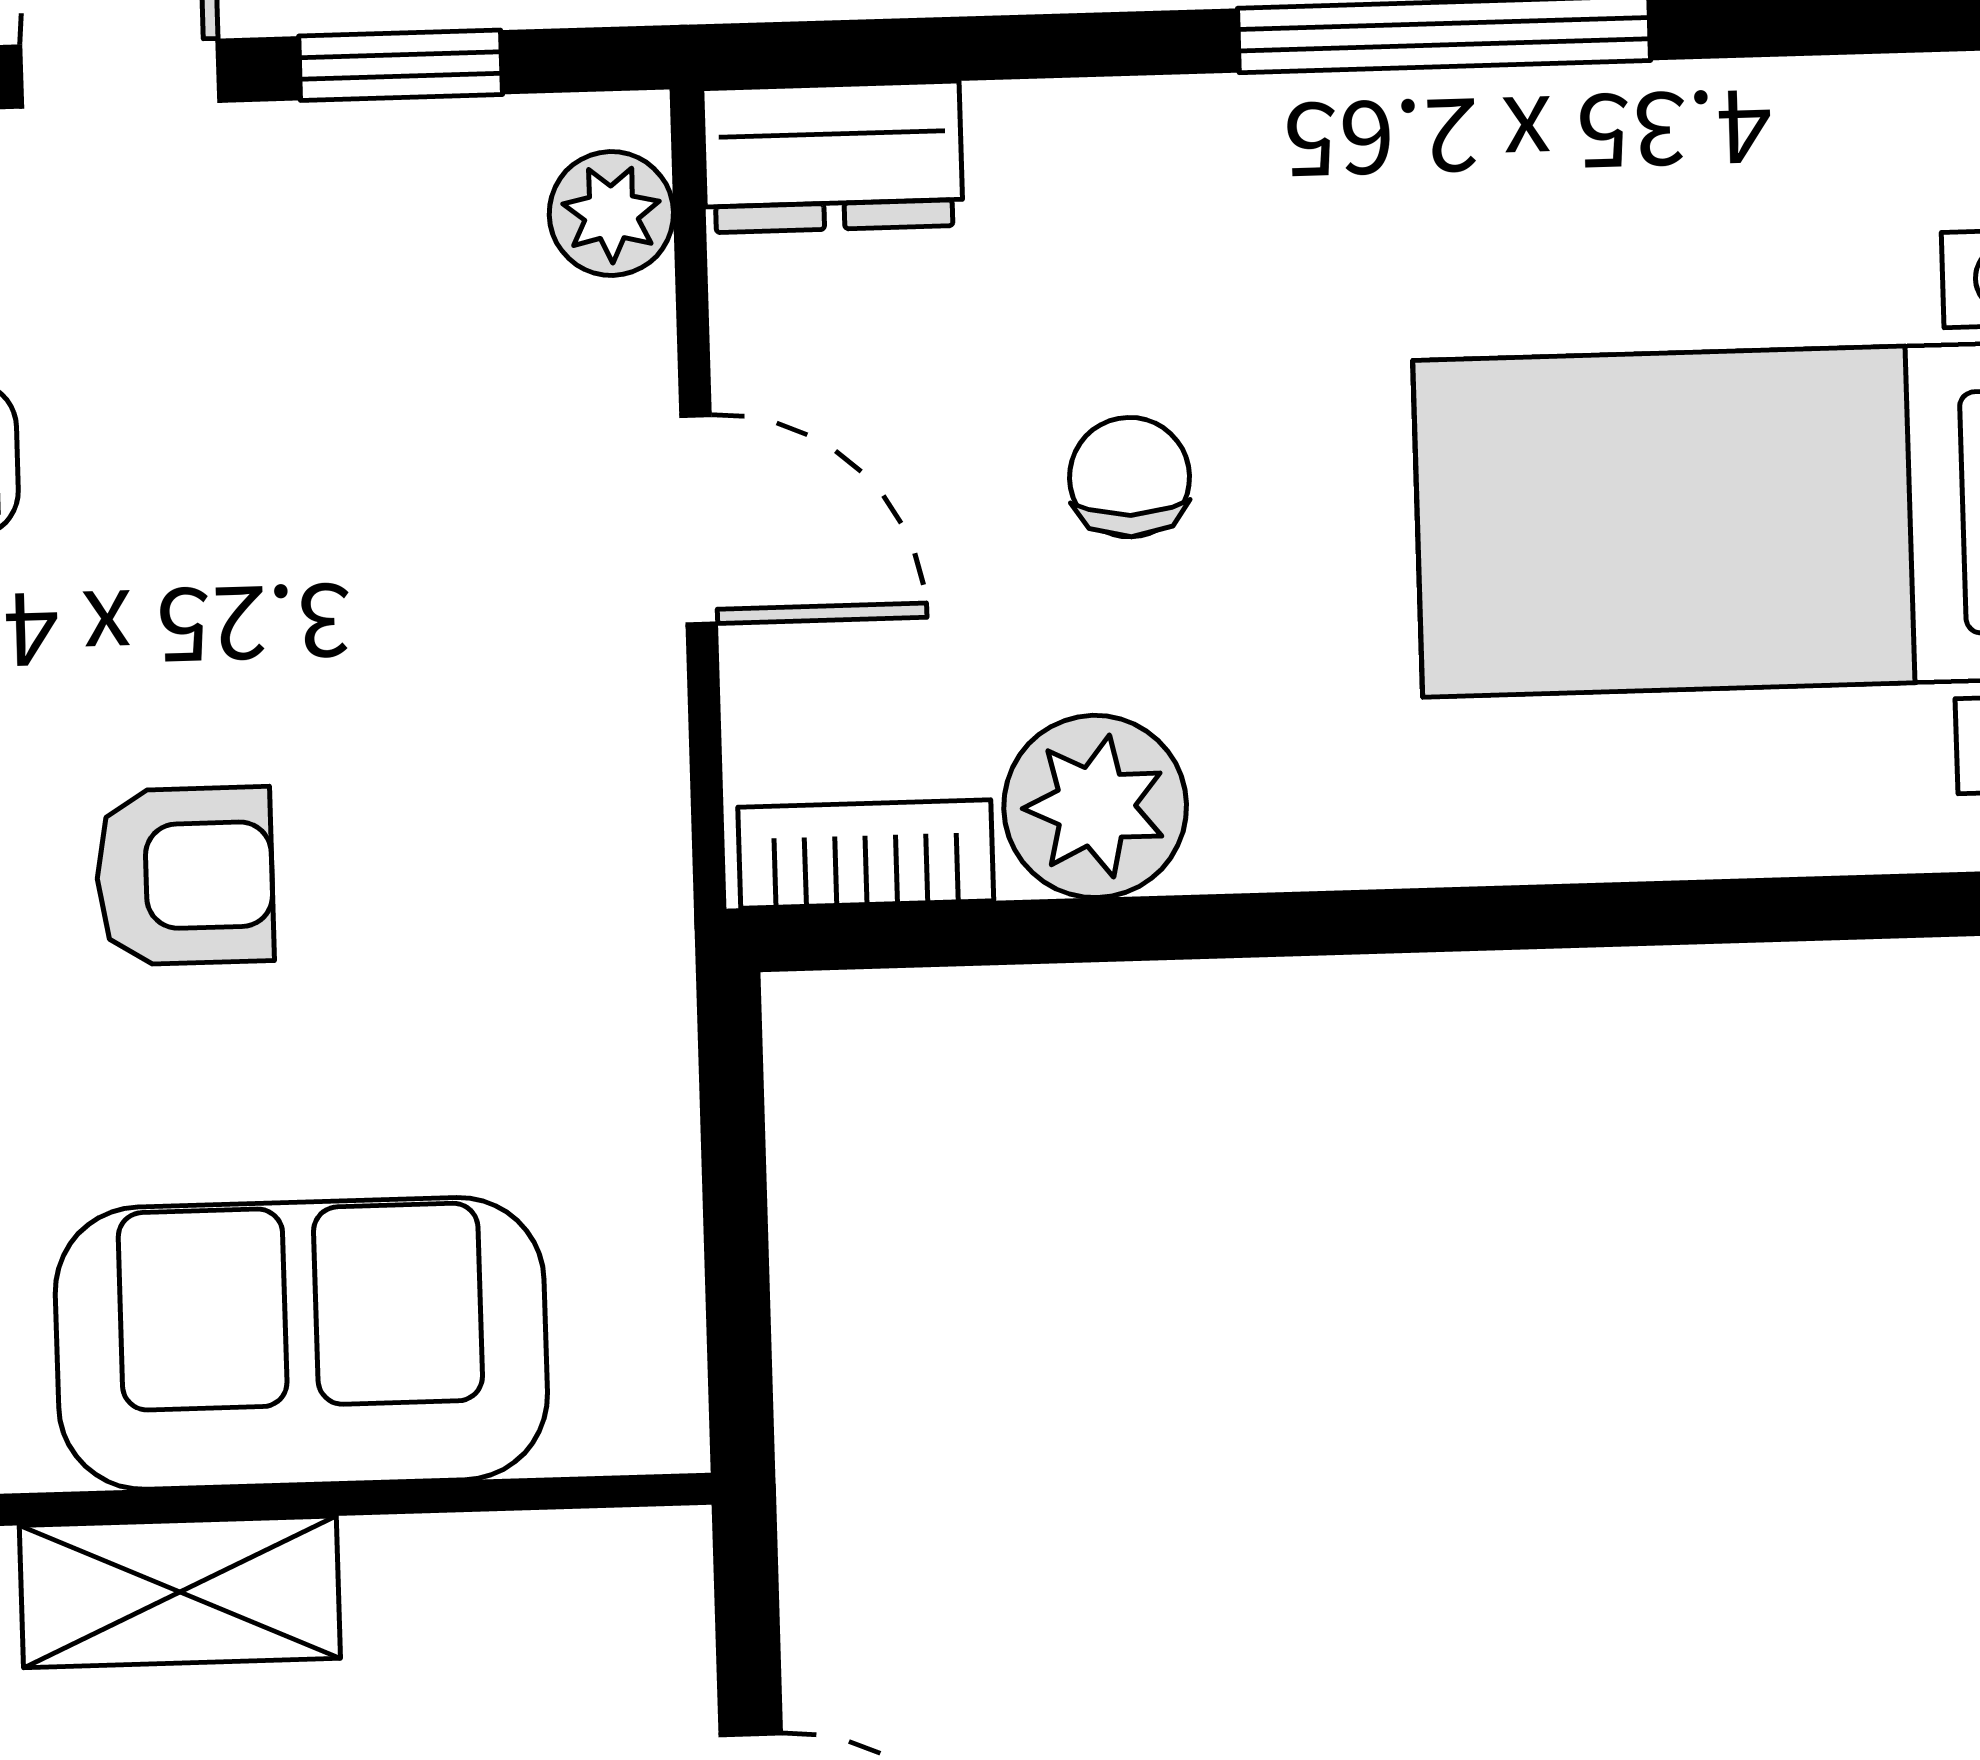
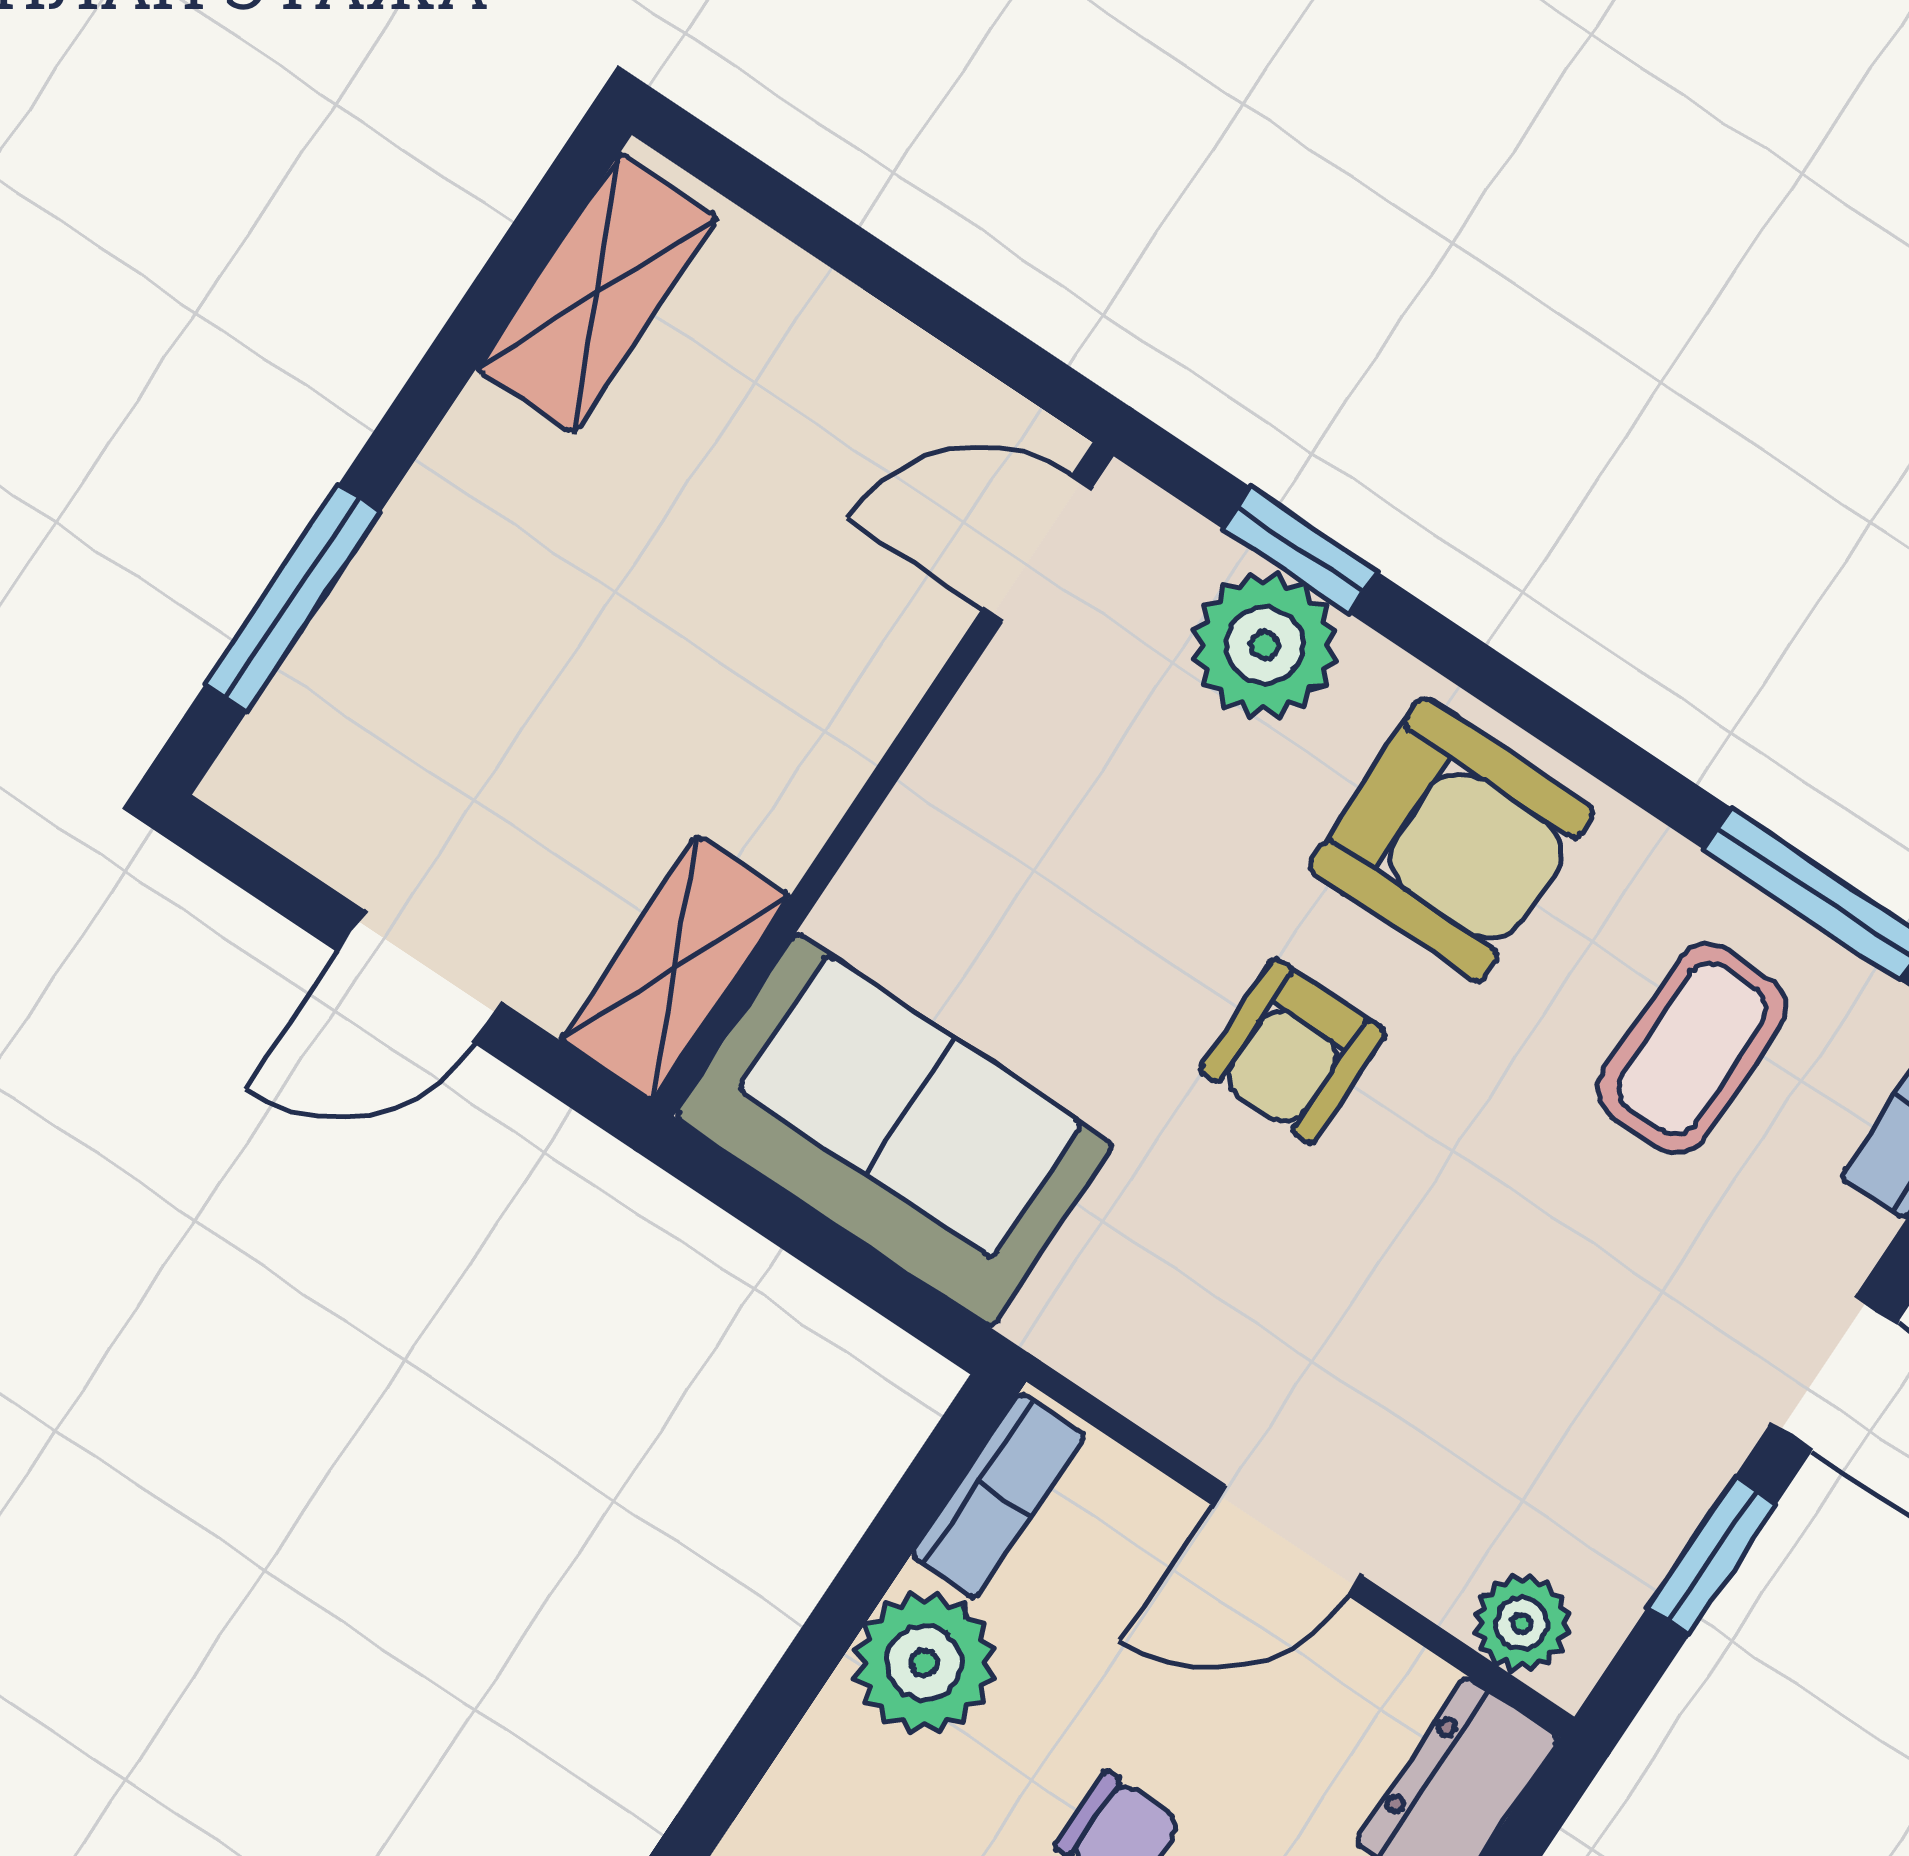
sofa: (301, 1343) -> (894, 1130), moved, turned -90
shelving: (180, 1592) -> (675, 968), moved

